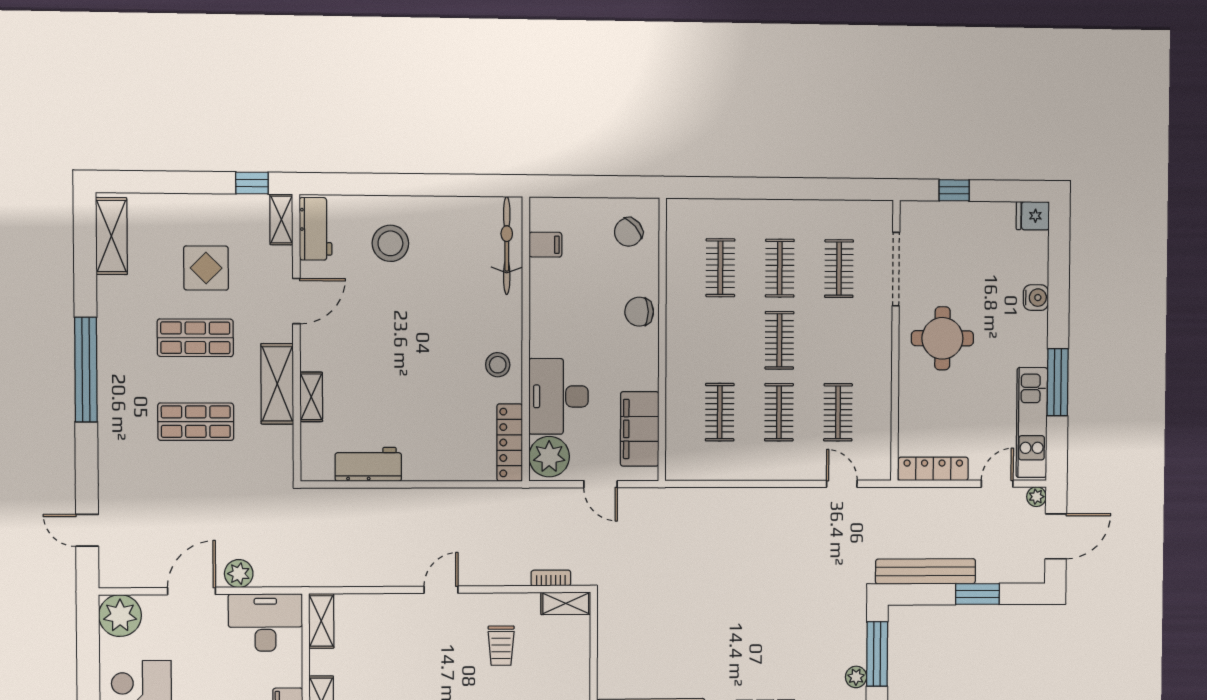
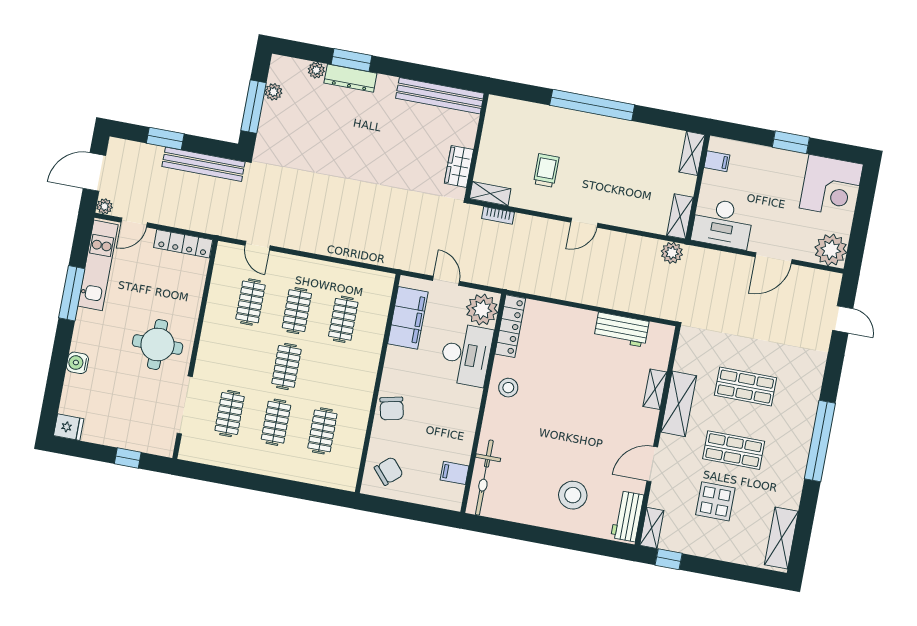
chair: (639, 312) -> (392, 408), turned 77
plant: (239, 574) -> (672, 253), moved
wardrobe: (611, 630) -> (459, 166), added

